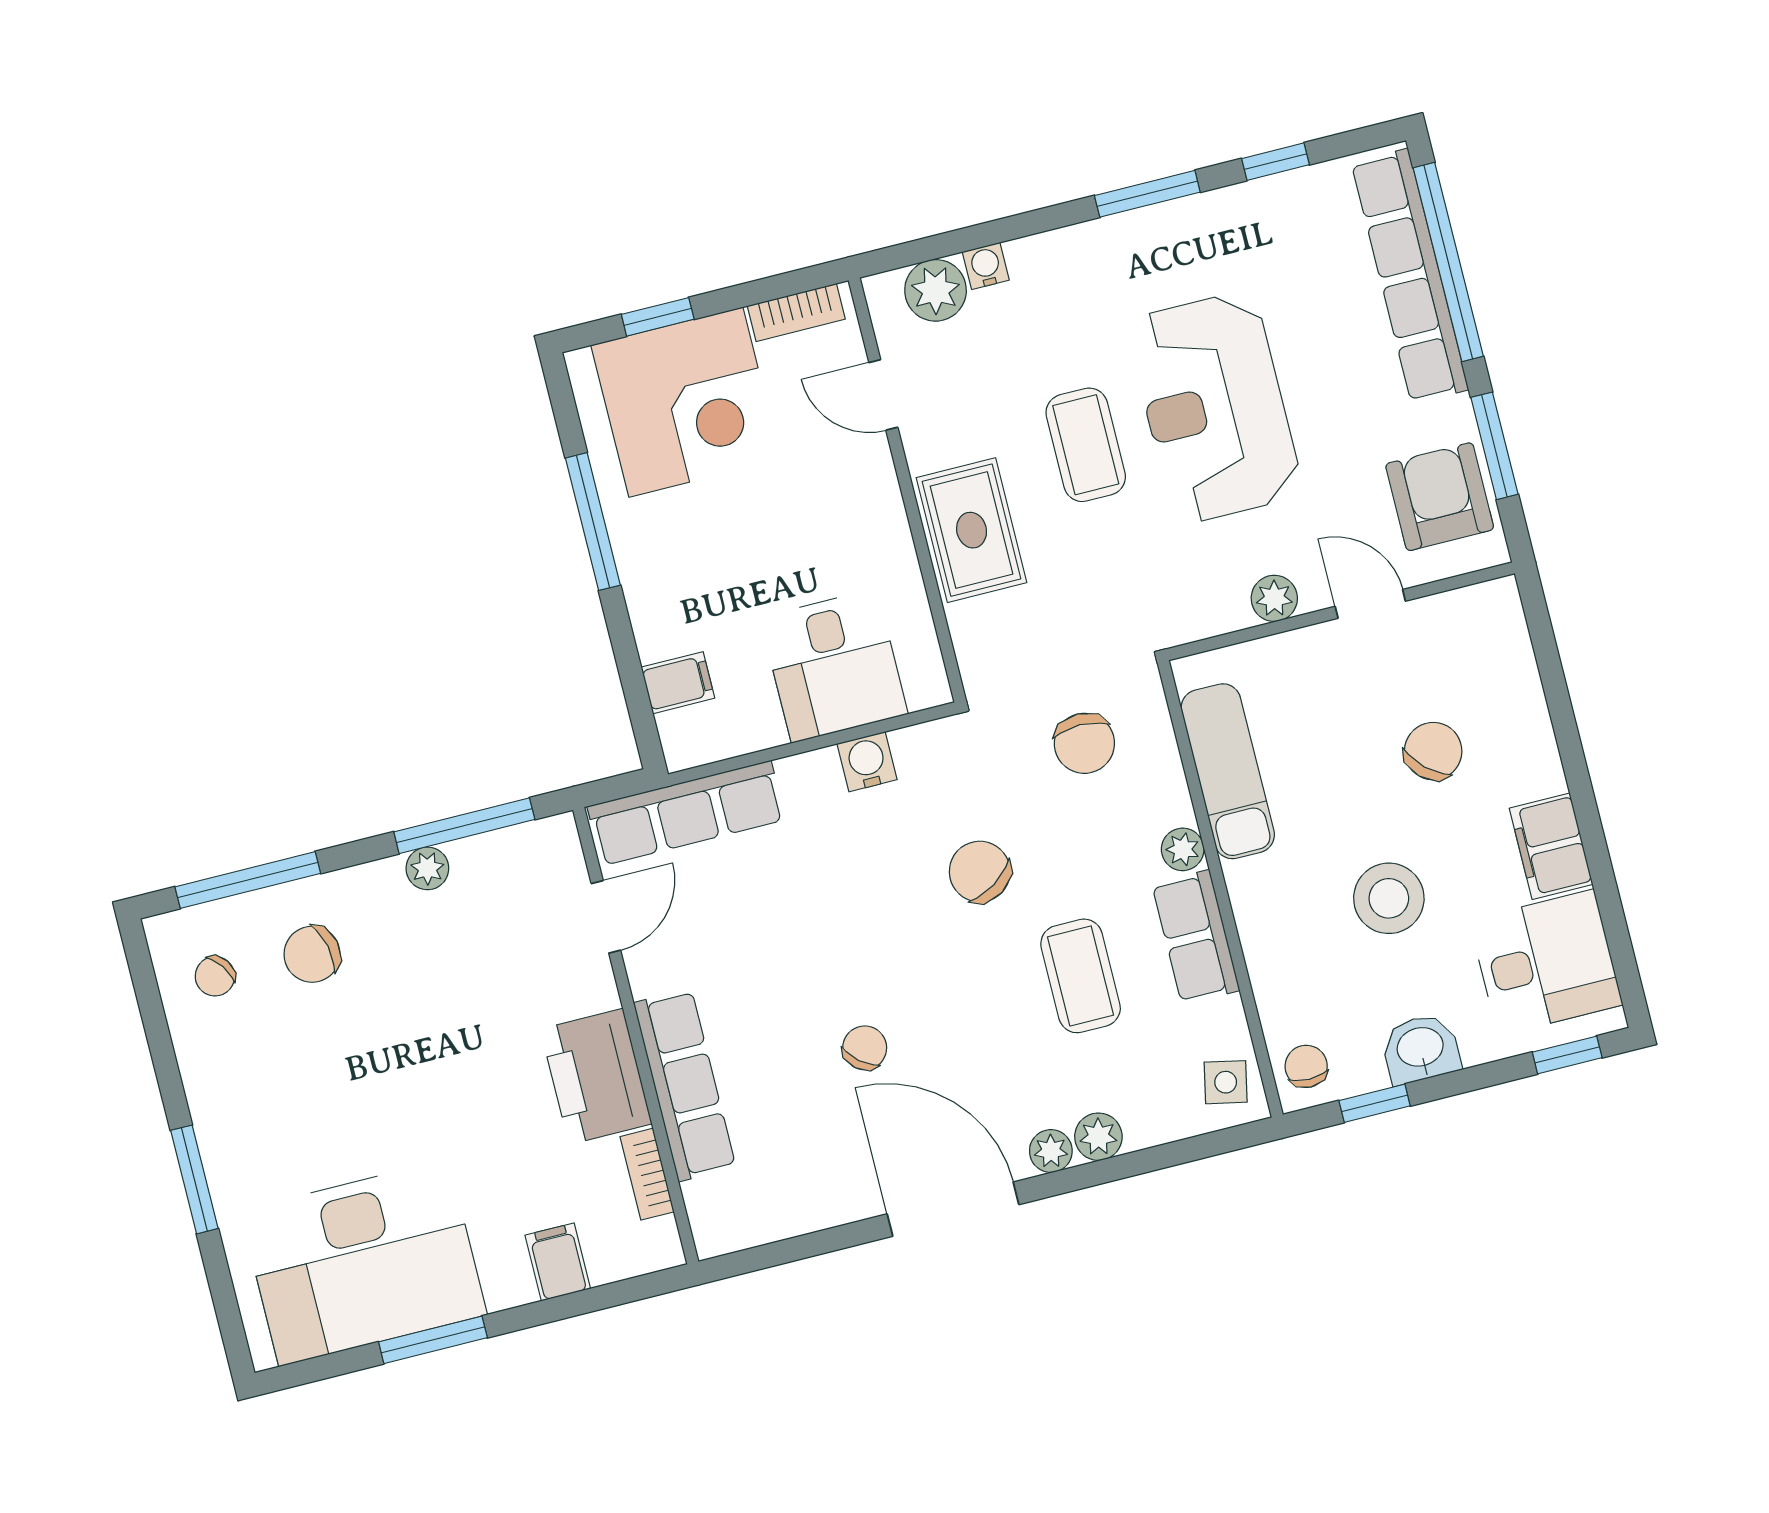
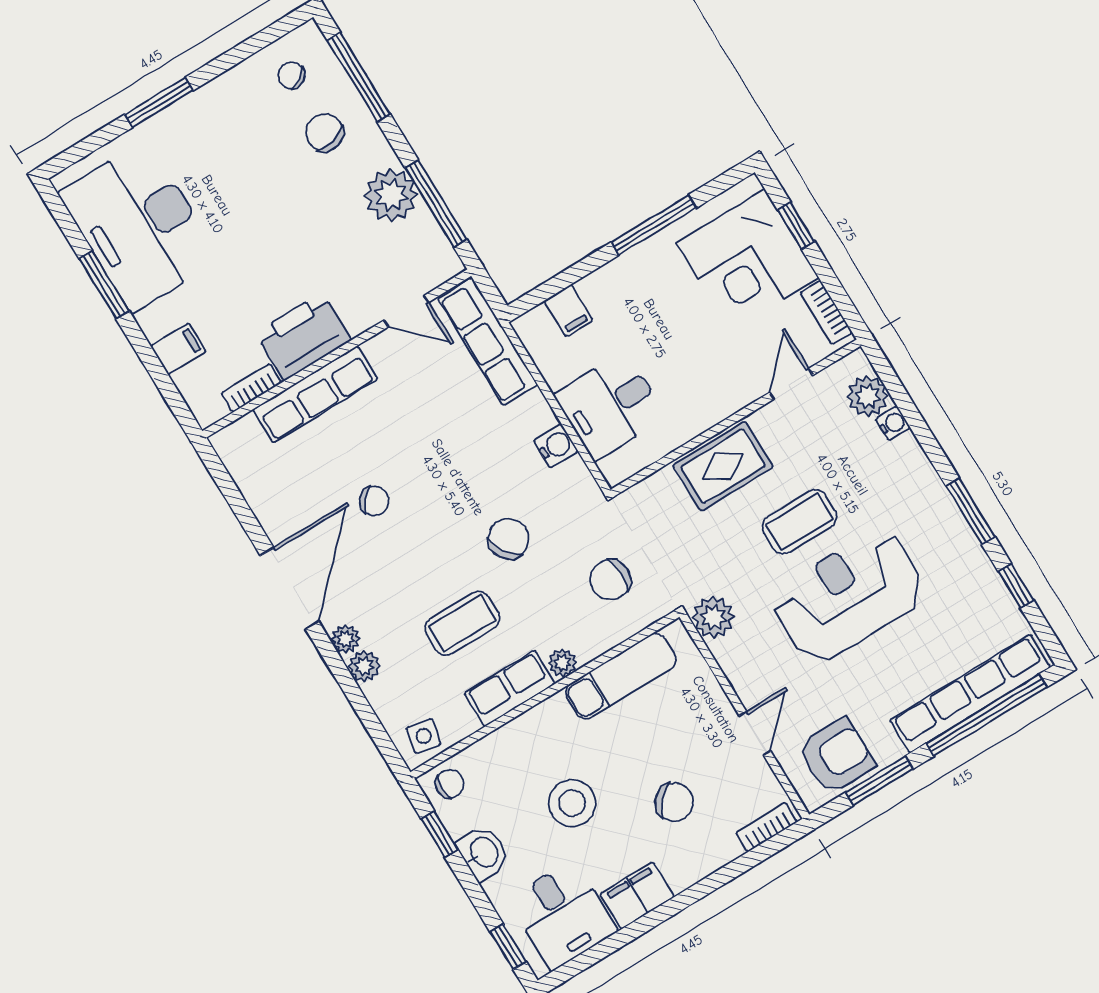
plant: (1274, 598) -> (713, 617), moved, width x1.38, depth x1.38
bookcase: (1511, 629) -> (766, 827), added
plant: (427, 868) -> (391, 195), width x1.88, depth x1.88

